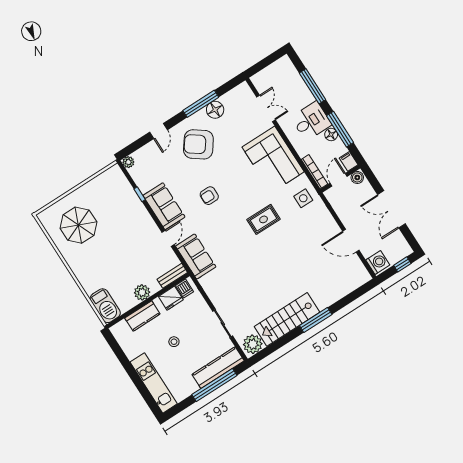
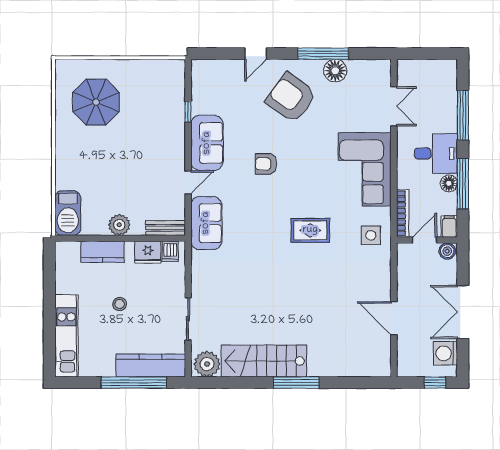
plant: (128, 162) -> (199, 67), removed
washing machine: (378, 262) -> (445, 353), moved, turned 180

